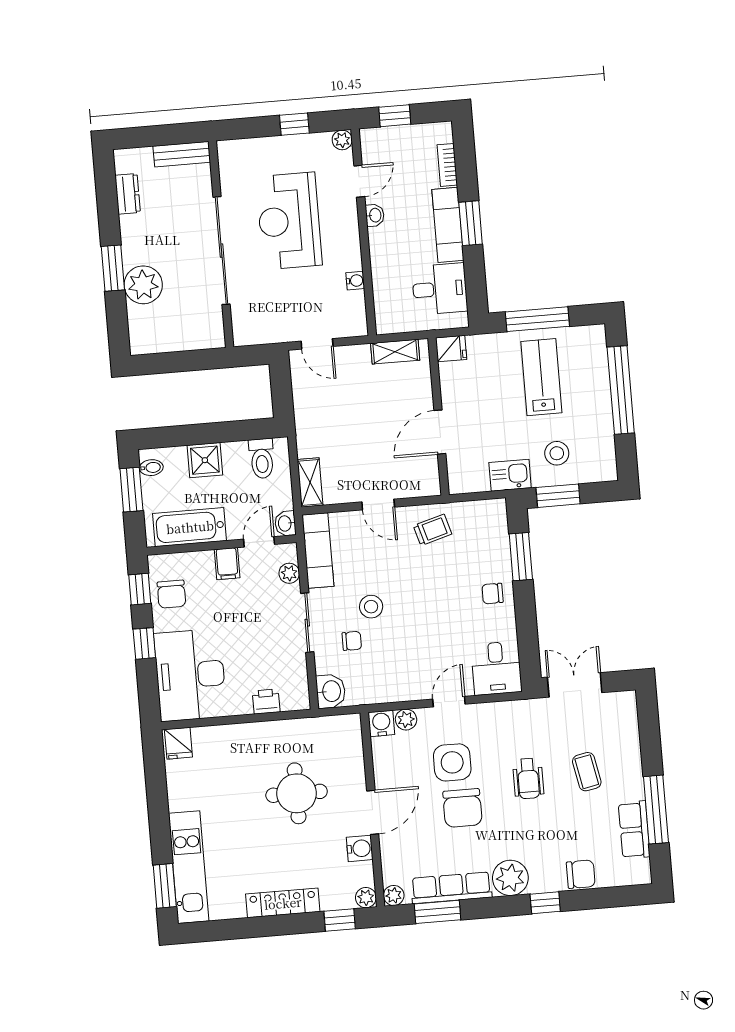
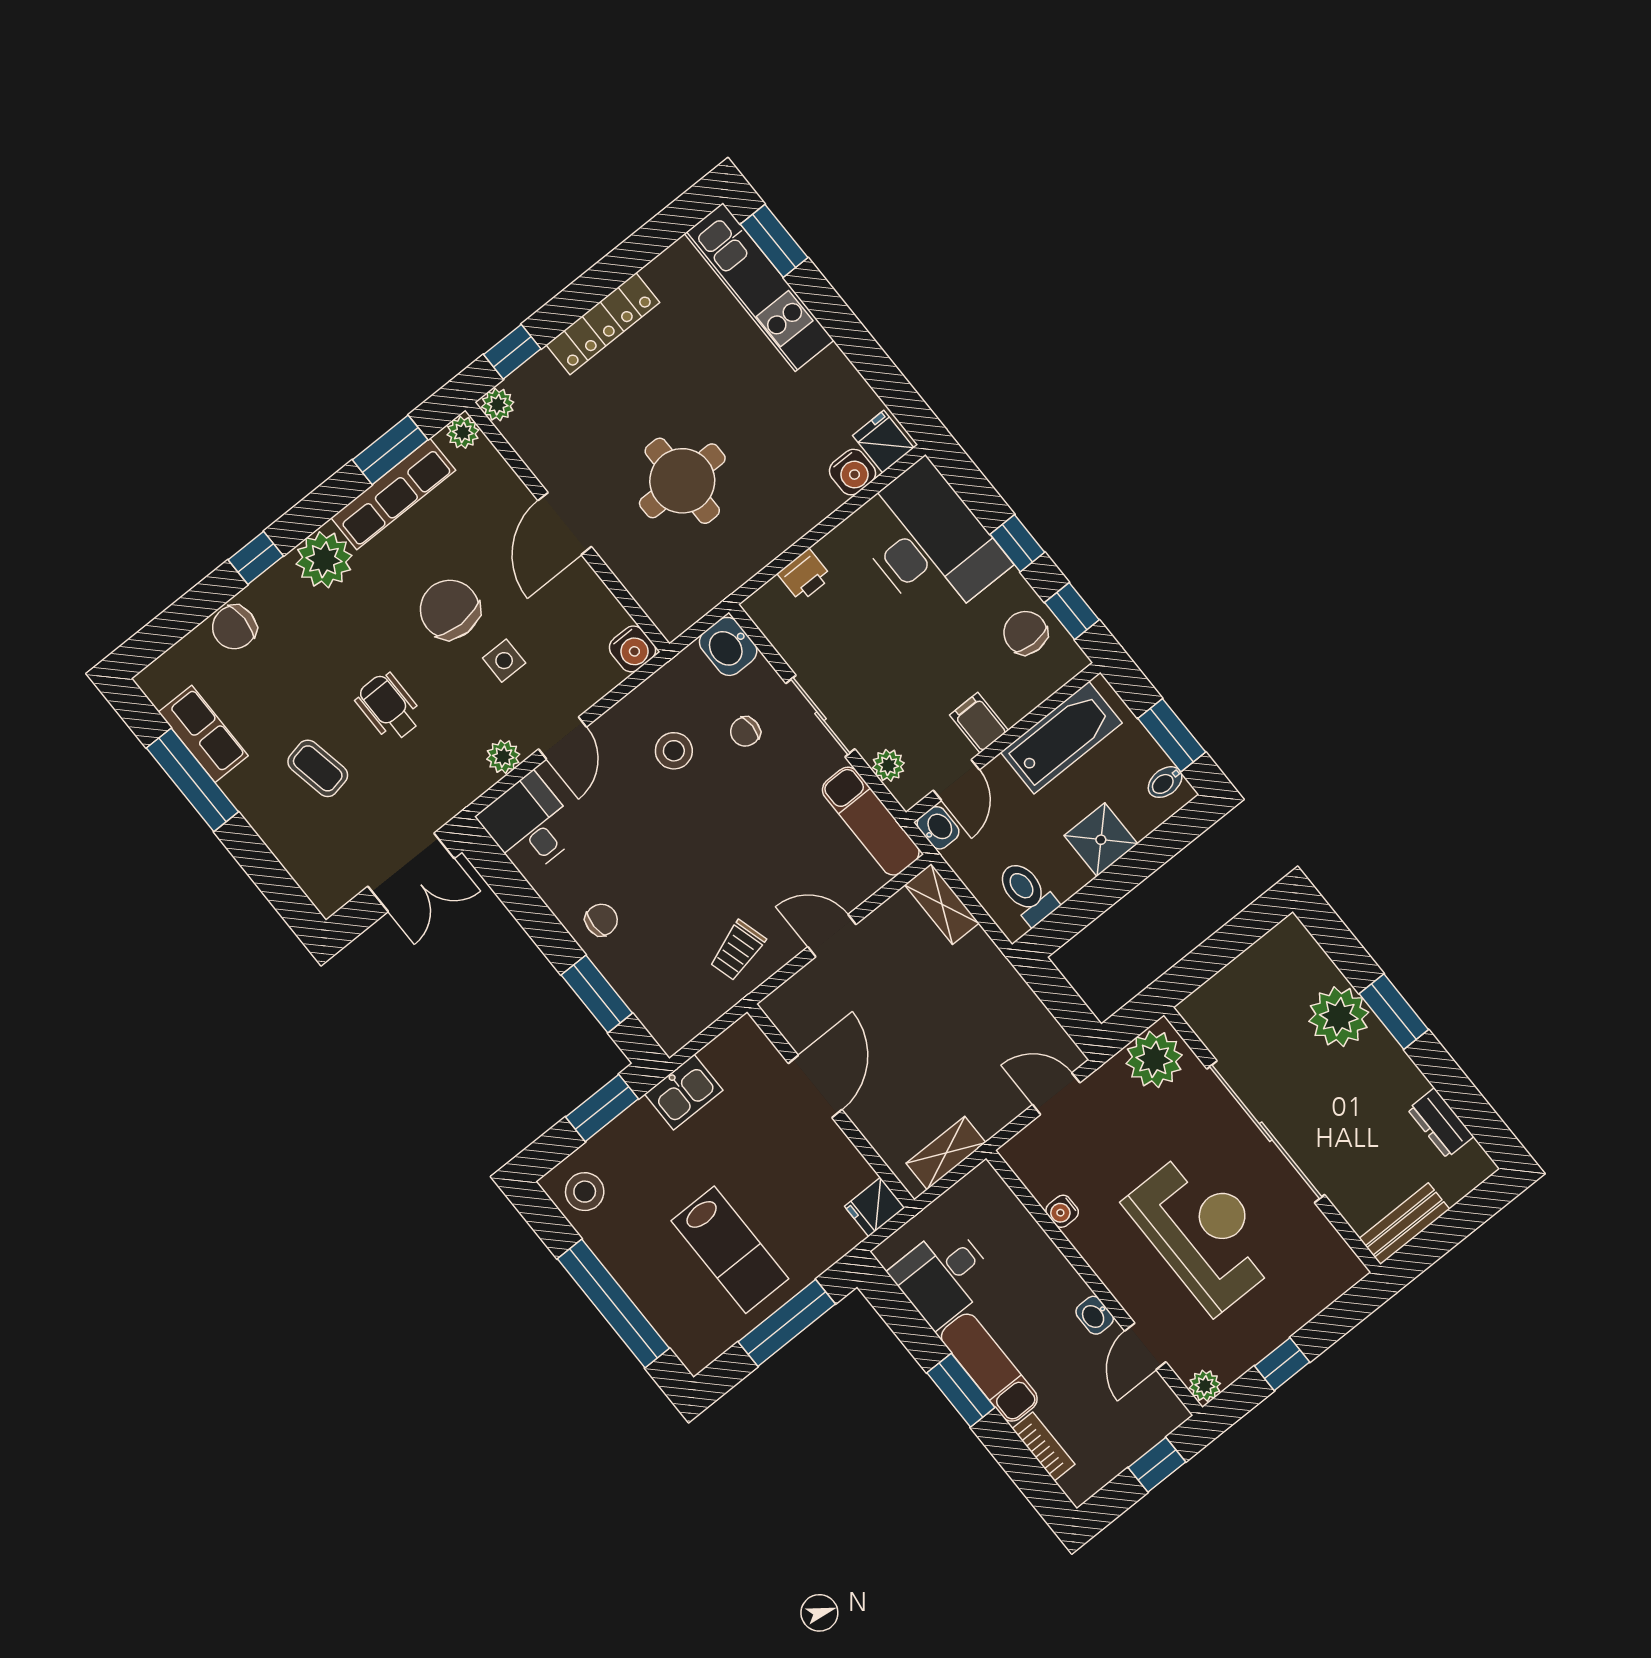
plant: (254, 327) -> (1154, 1059), added
stool: (557, 453) -> (585, 1192), moved
stool: (371, 607) -> (674, 751), moved
plant: (406, 720) -> (503, 757), moved
side table: (452, 762) -> (504, 661), width x0.54, depth x0.54
water cooler: (360, 848) -> (853, 472), moved, turned -90

